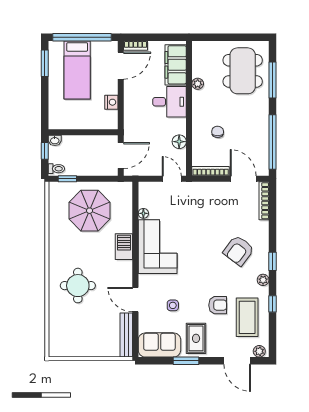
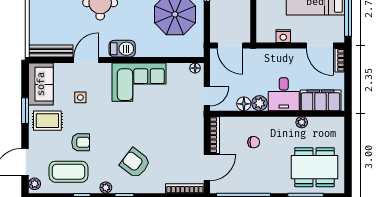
plant: (179, 126) -> (260, 103), added
floor lamp: (143, 213) -> (195, 68), moved
barbecue: (124, 247) -> (122, 49), moved
armchair: (218, 305) -> (81, 142), turned -90

